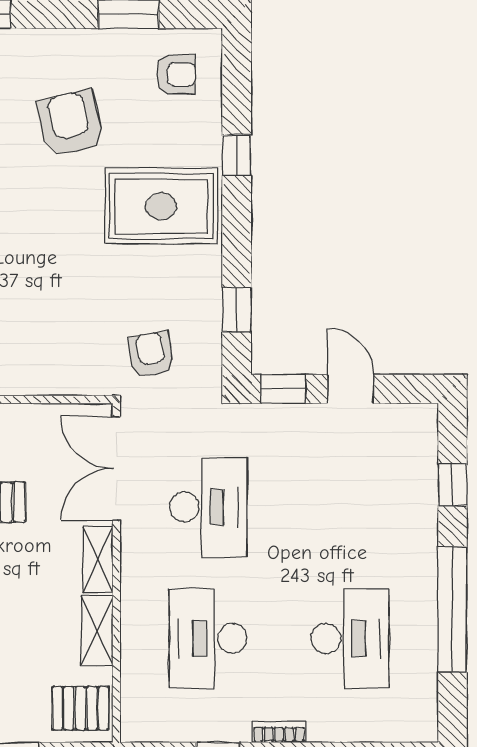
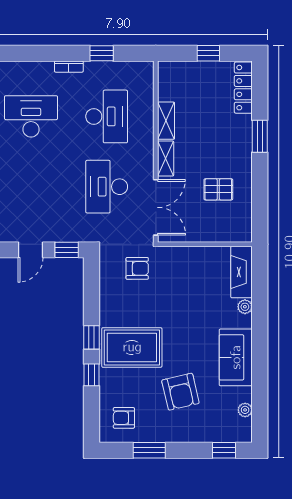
window: (237, 310) -> (92, 337), moved
armchair: (151, 354) -> (137, 268), turned -80
door: (351, 389) -> (31, 250), hinge flipped
desk: (350, 639) -> (31, 116), turned 90
pallet: (81, 708) -> (175, 79), removed

